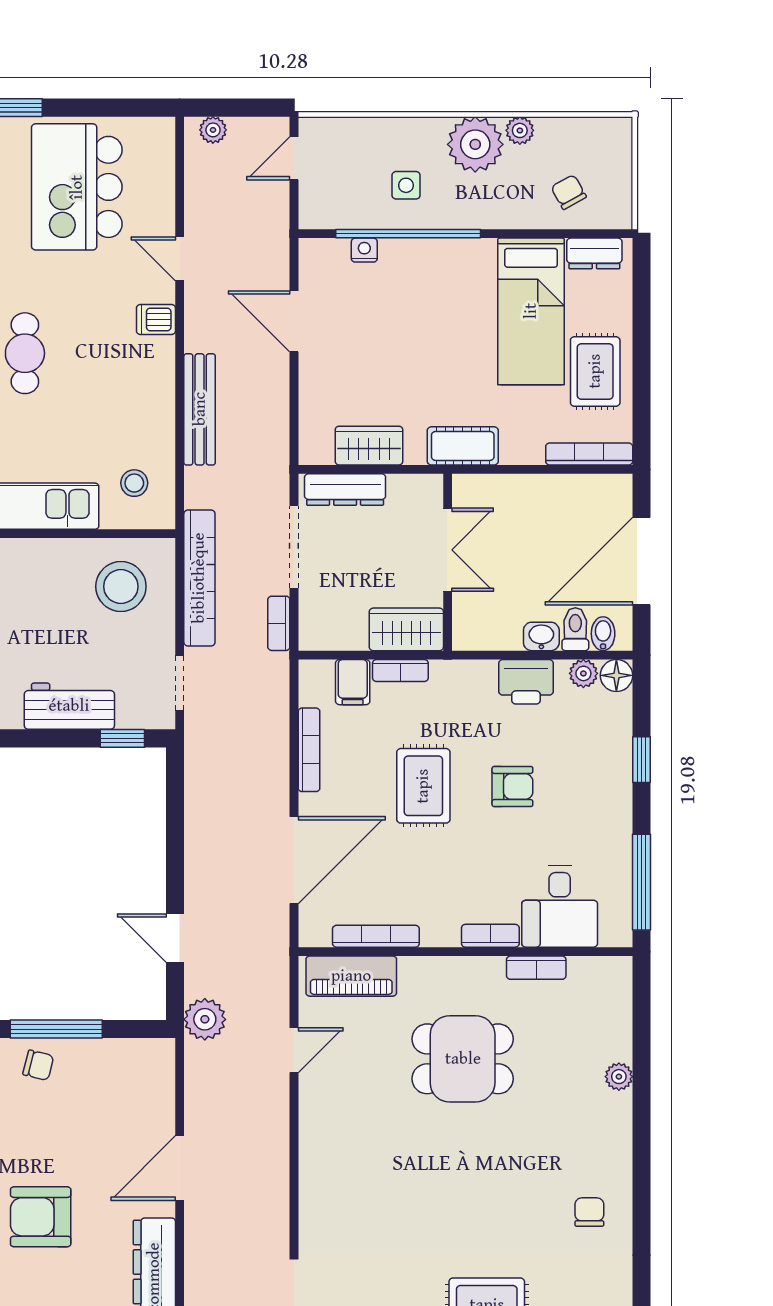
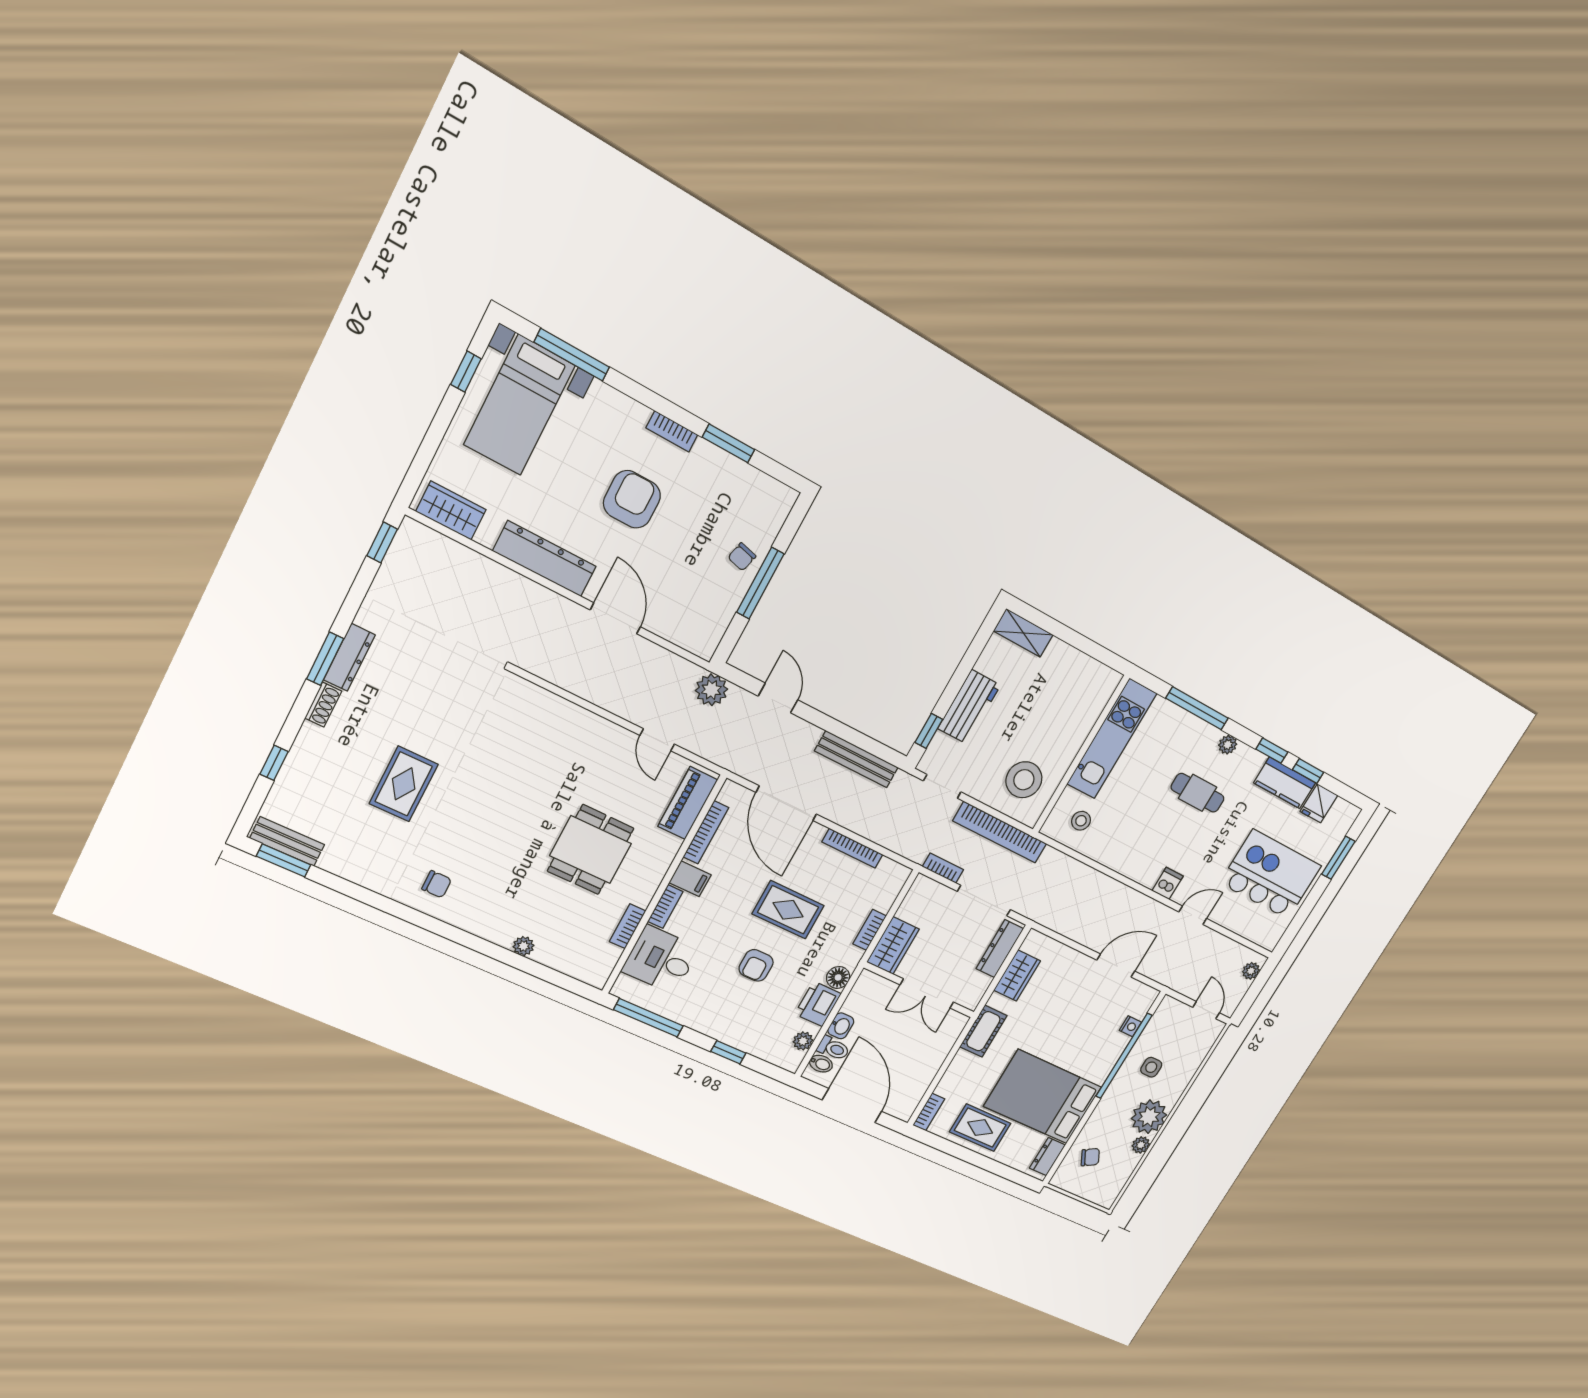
bed: (531, 311) -> (1043, 1097), width x1.50
bench: (200, 409) -> (856, 759), moved
bookcase: (589, 454) -> (929, 1112), width x0.64
floor lamp: (616, 675) -> (838, 977), moved
filing cabinet: (353, 682) -> (690, 879), moved, turned 180
door: (175, 938) -> (778, 698), hinge flipped

